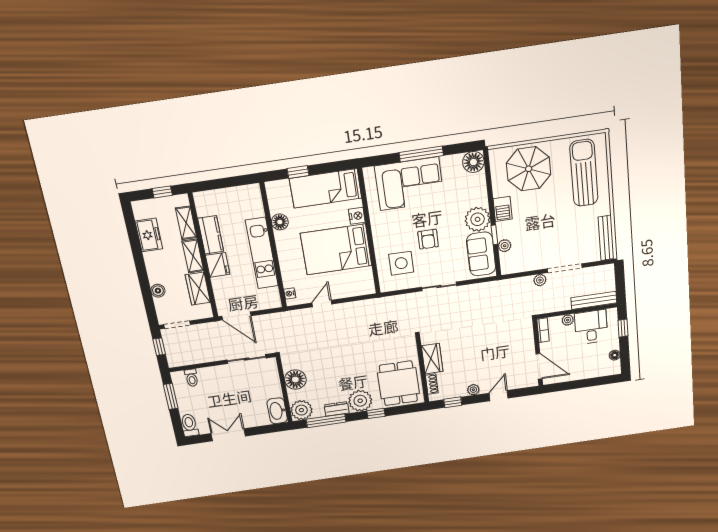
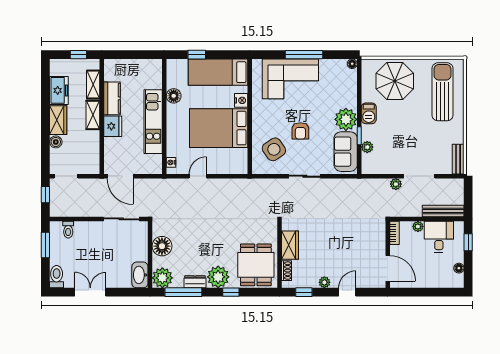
floor lamp: (473, 162) -> (352, 64), width x0.53, depth x0.53
bench: (606, 238) -> (458, 159), width x0.73
side table: (401, 263) -> (274, 149), turned -34
wardrobe: (198, 289) -> (58, 120), moved, turned 180

